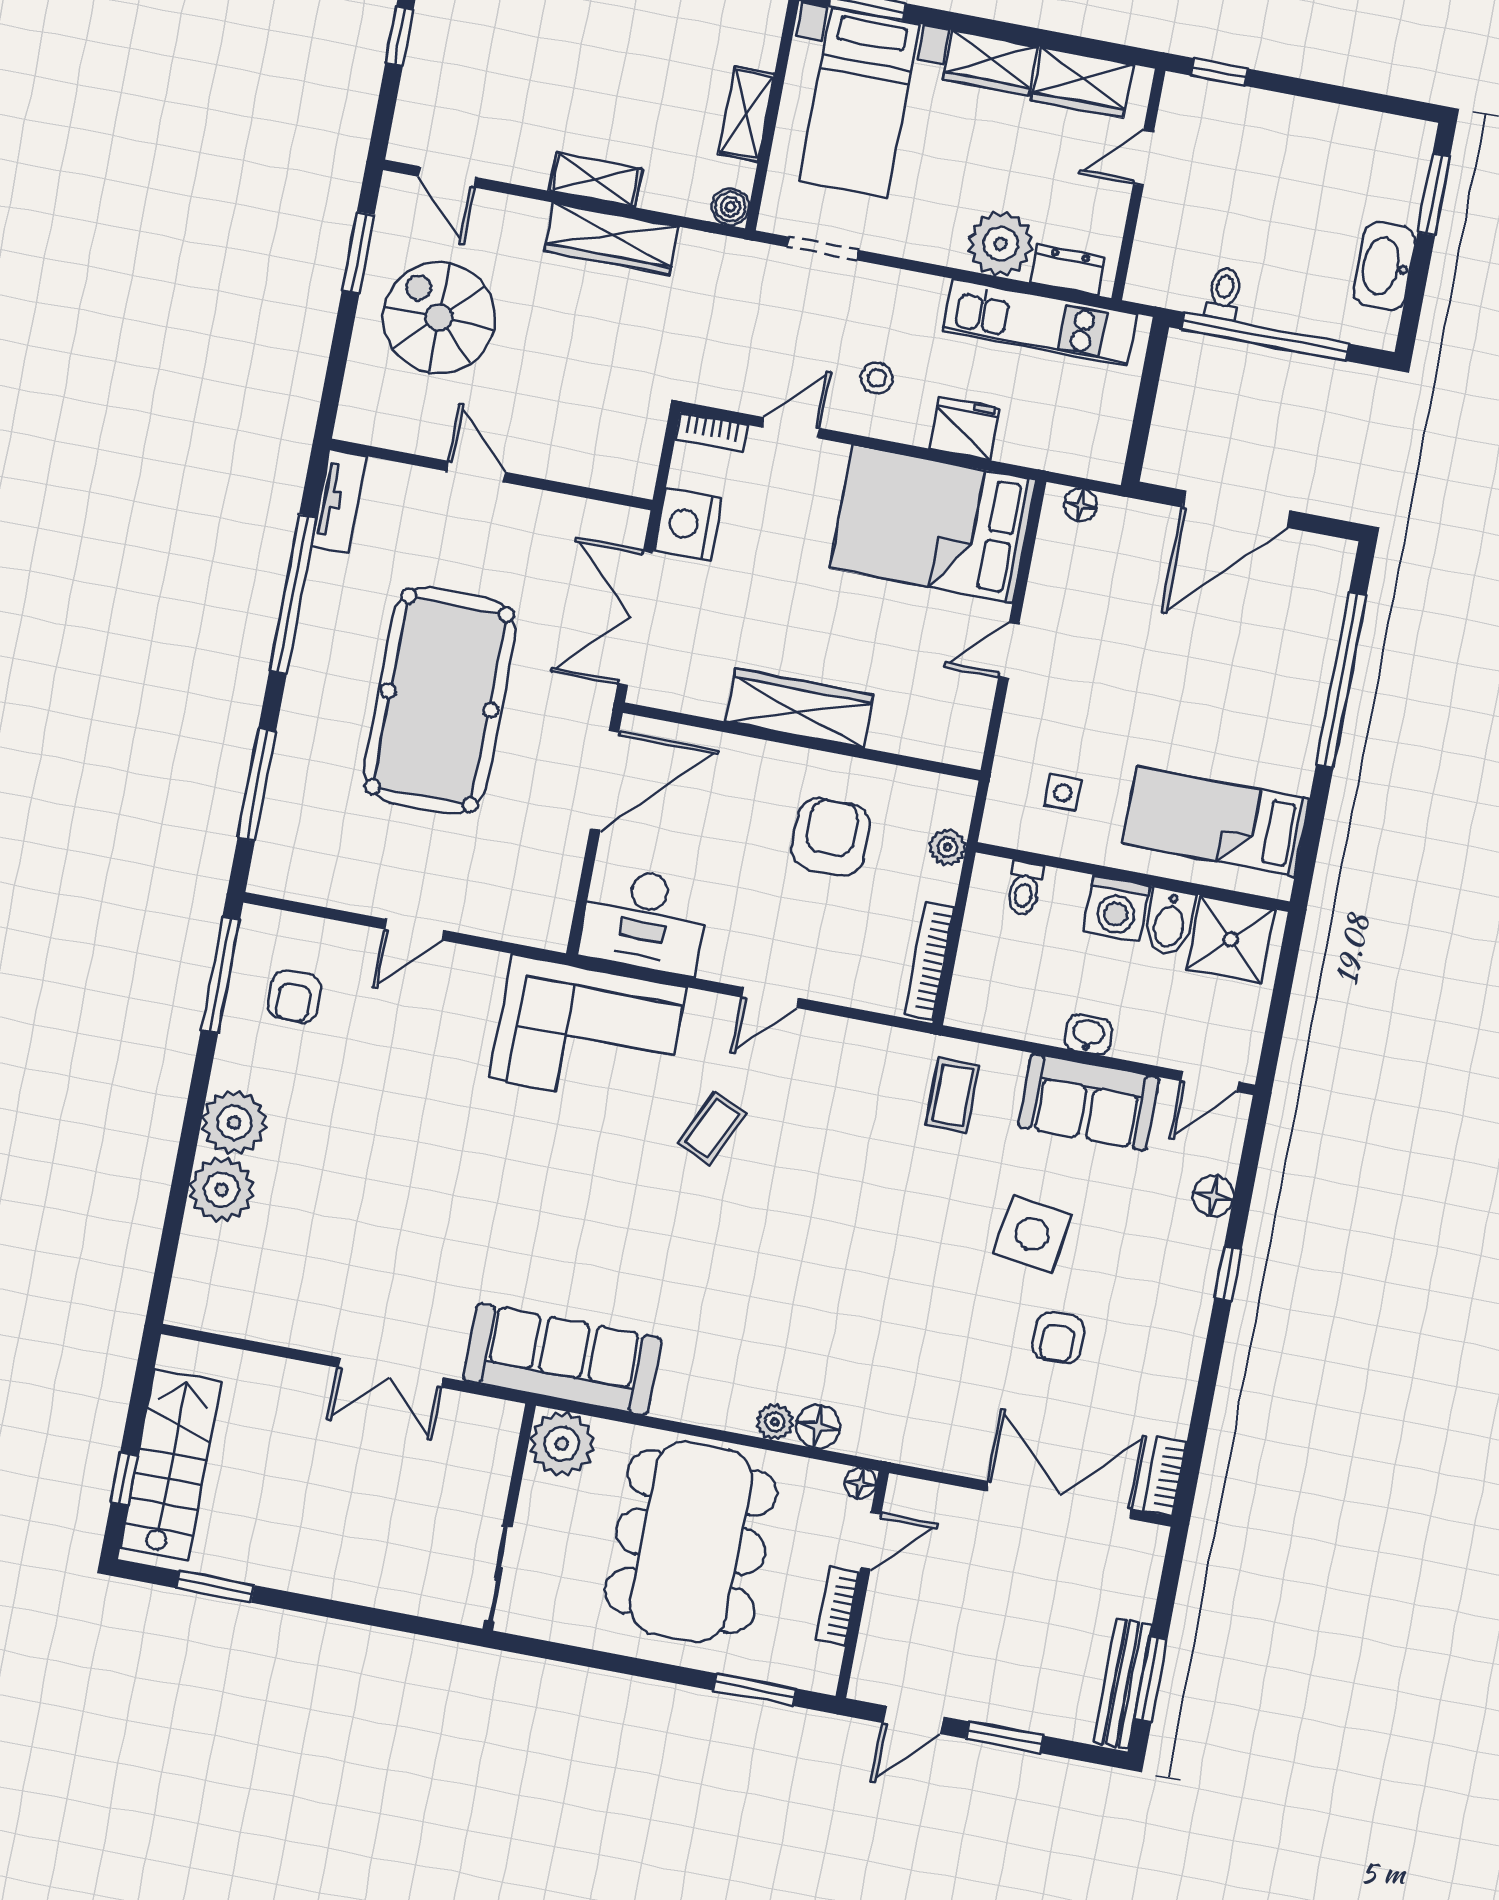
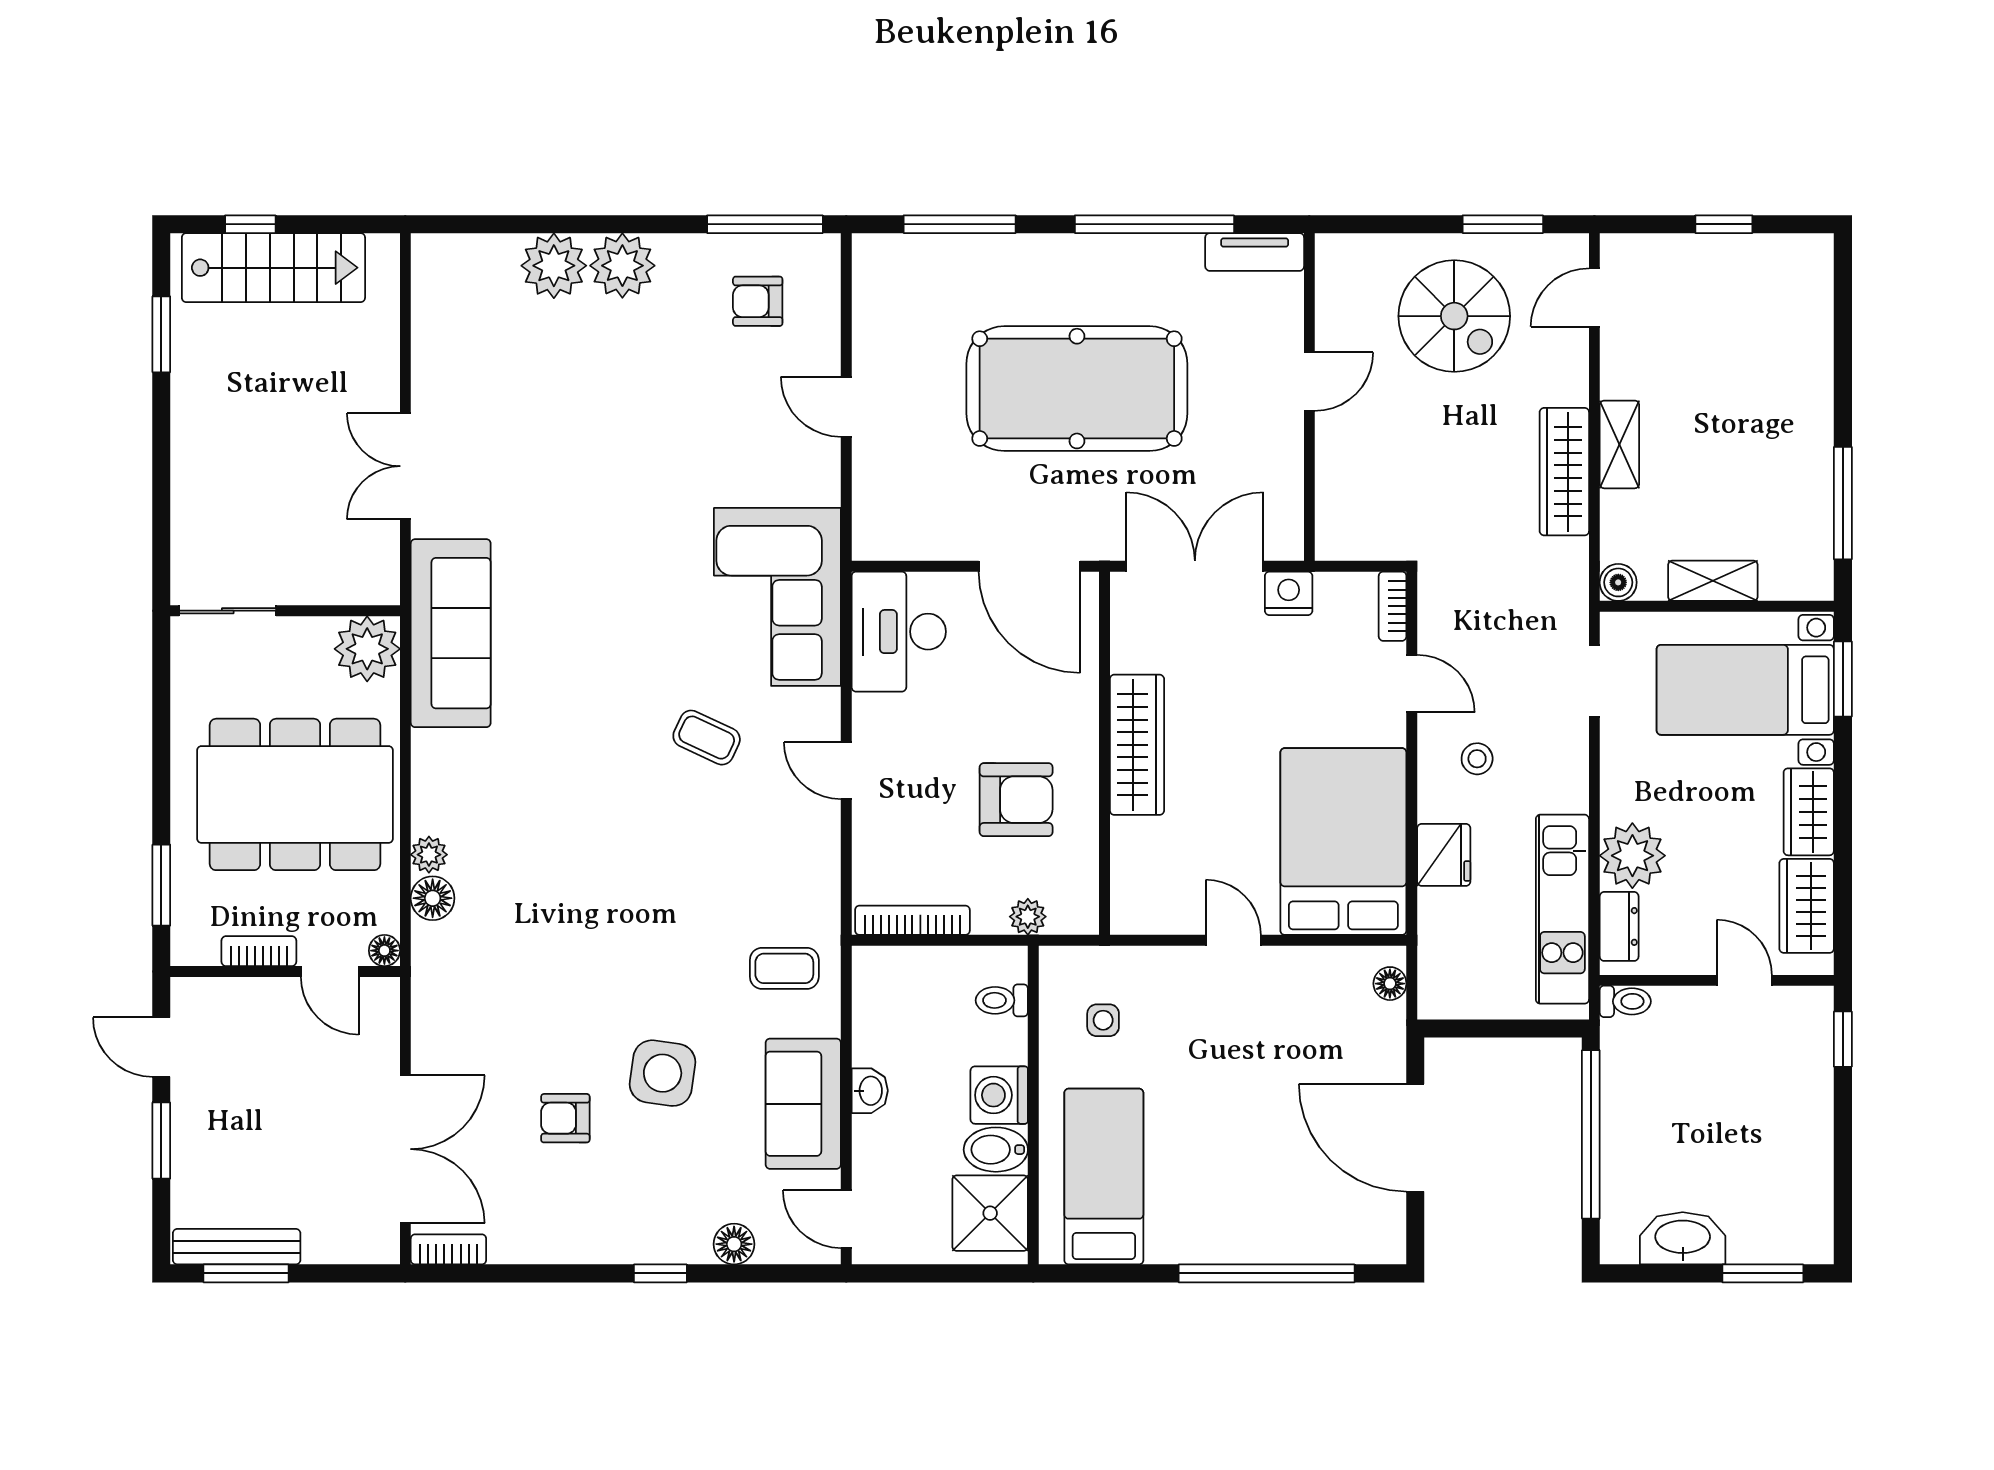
toilet: (1224, 294) -> (1625, 1001), moved
spiral stairs: (439, 317) -> (1454, 316), turned 90
nightstand: (688, 524) -> (1289, 593), width x0.74, depth x0.75

